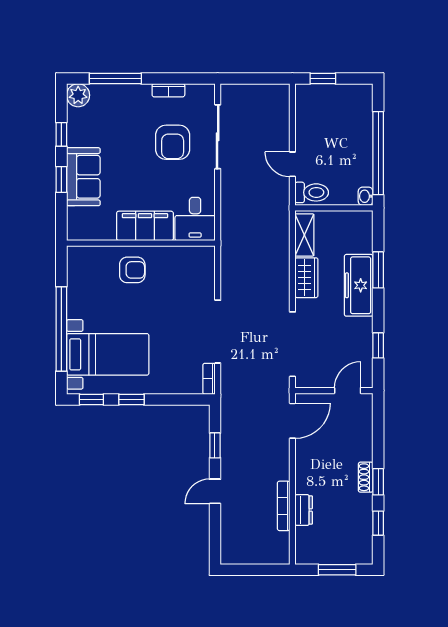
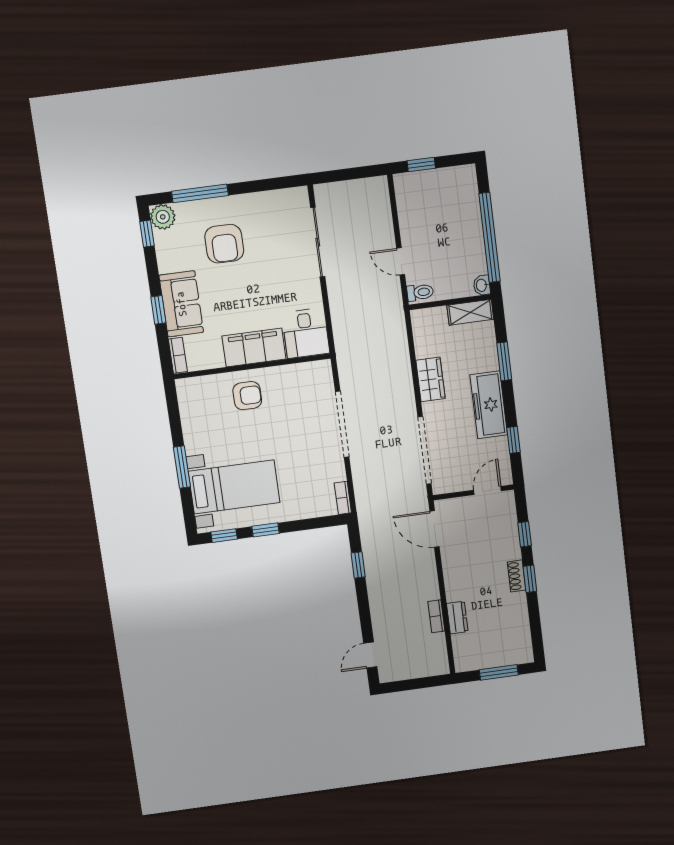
bookcase: (168, 90) -> (178, 355), moved, turned -90
window: (61, 134) -> (147, 234), moved
armchair: (173, 142) -> (224, 244), moved
toilet: (312, 192) -> (420, 292), width x0.73, depth x0.72
shelving: (304, 235) -> (470, 312), moved, turned 90
freezer: (359, 285) -> (489, 405), moved
window: (61, 329) -> (182, 467), width x0.47
doorway: (218, 332) -> (342, 424), moved
door: (292, 421) -> (435, 529), swing flipped
door: (215, 491) -> (370, 655), moved
bookcase: (284, 506) -> (436, 616), width x0.64
window: (378, 523) -> (525, 534), moved

